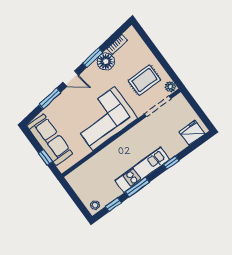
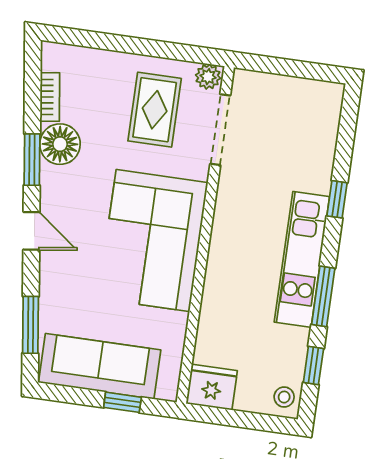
door: (71, 79) -> (31, 231), hinge flipped
window: (50, 99) -> (31, 325), moved
fridge: (192, 133) -> (212, 387), moved, turned 90

